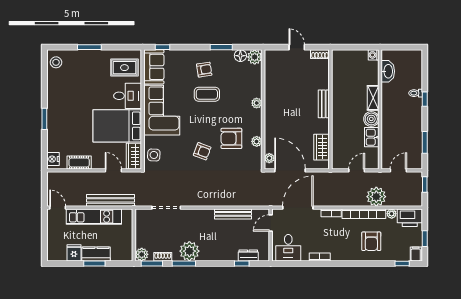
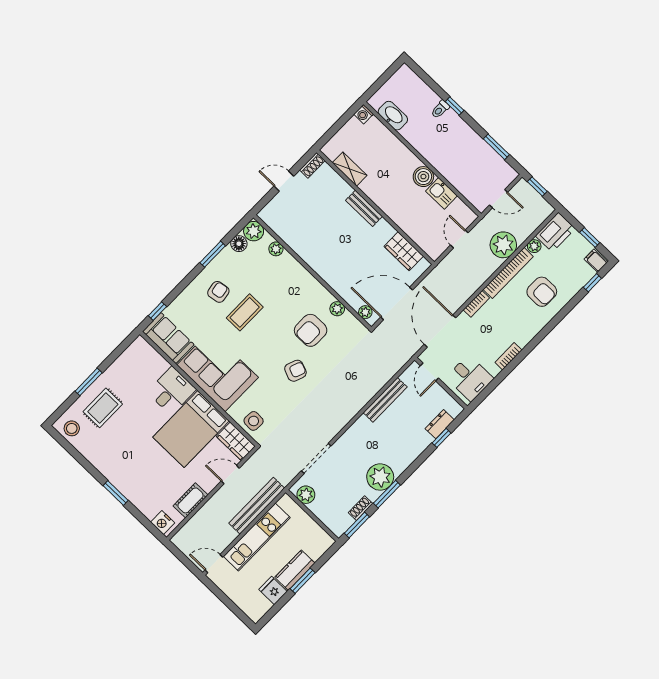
rug: (124, 68) -> (103, 408), moved
shelving: (373, 98) -> (350, 169), moved
plant: (257, 103) -> (276, 249), moved
door: (398, 170) -> (499, 199), swing flipped
plant: (142, 254) -> (306, 495), moved

